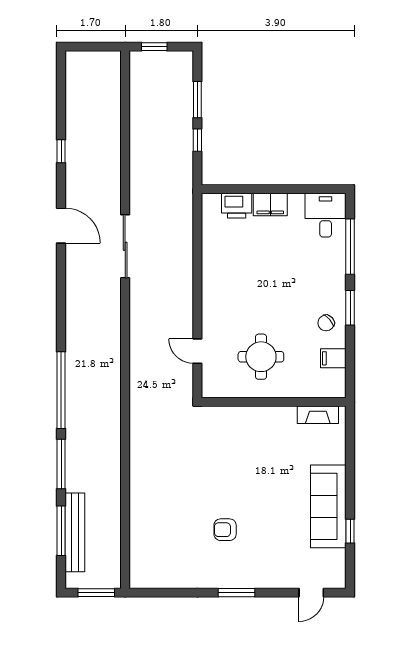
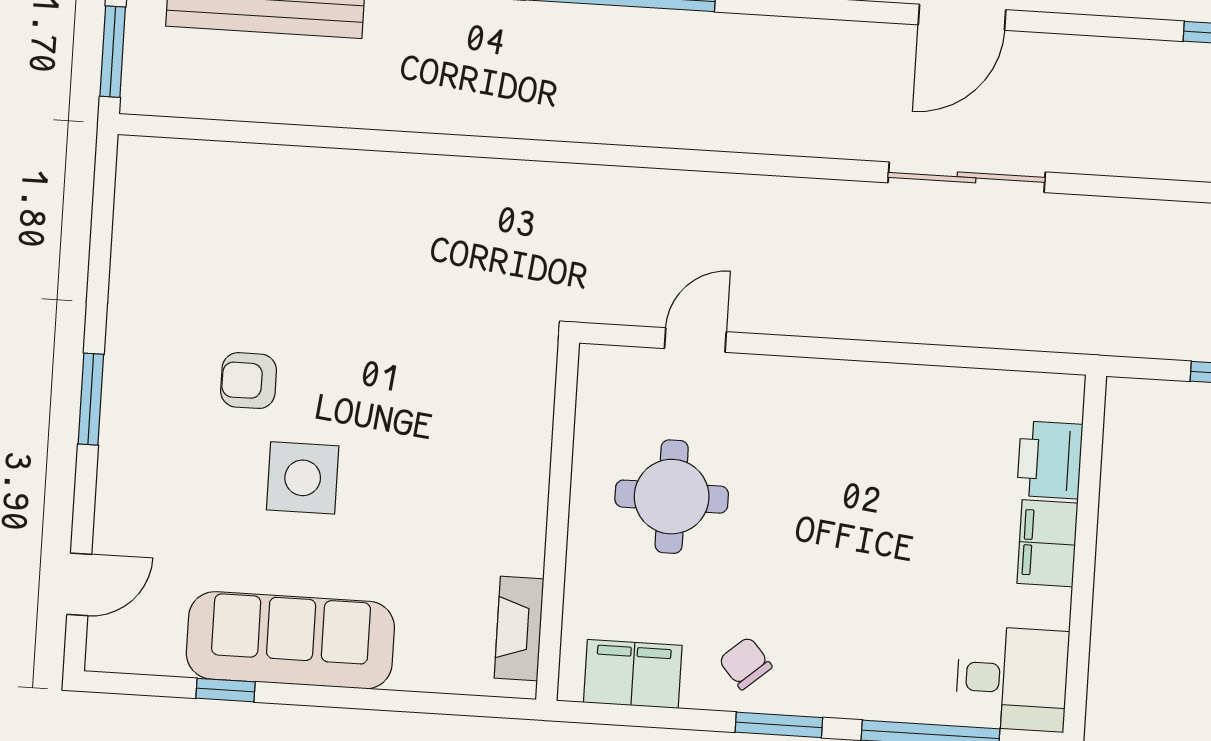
door: (61, 226) -> (962, 17), moved
filing cabinet: (333, 358) -> (633, 674), width x2.00
side table: (263, 505) -> (303, 478), added
armchair: (225, 530) -> (249, 381), turned -90
door: (311, 593) -> (79, 584), swing flipped

